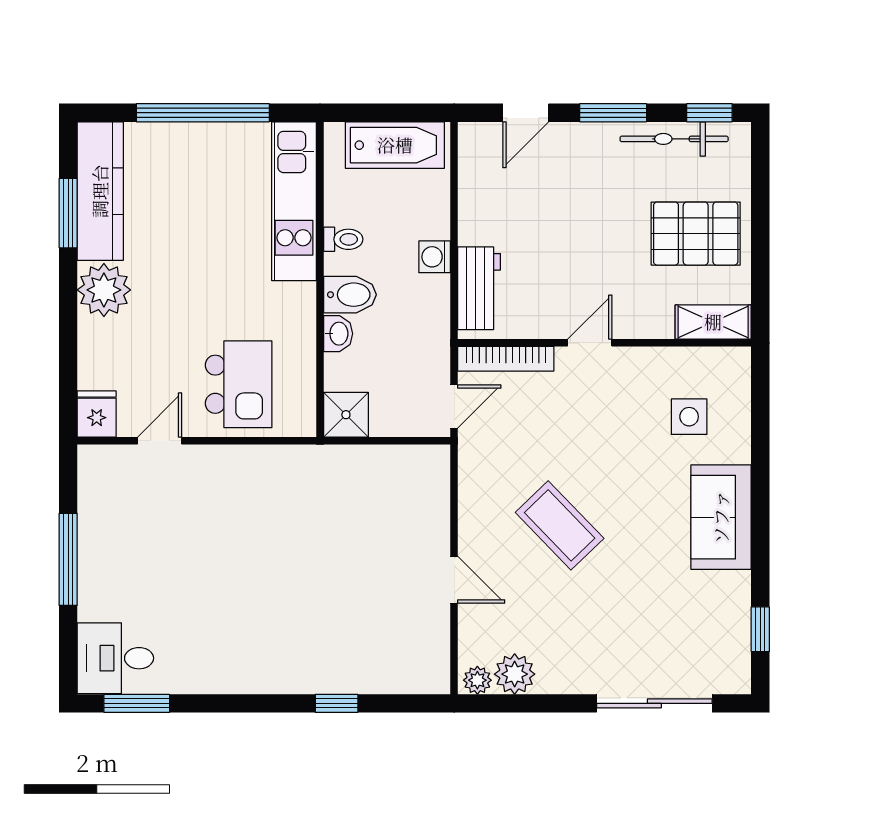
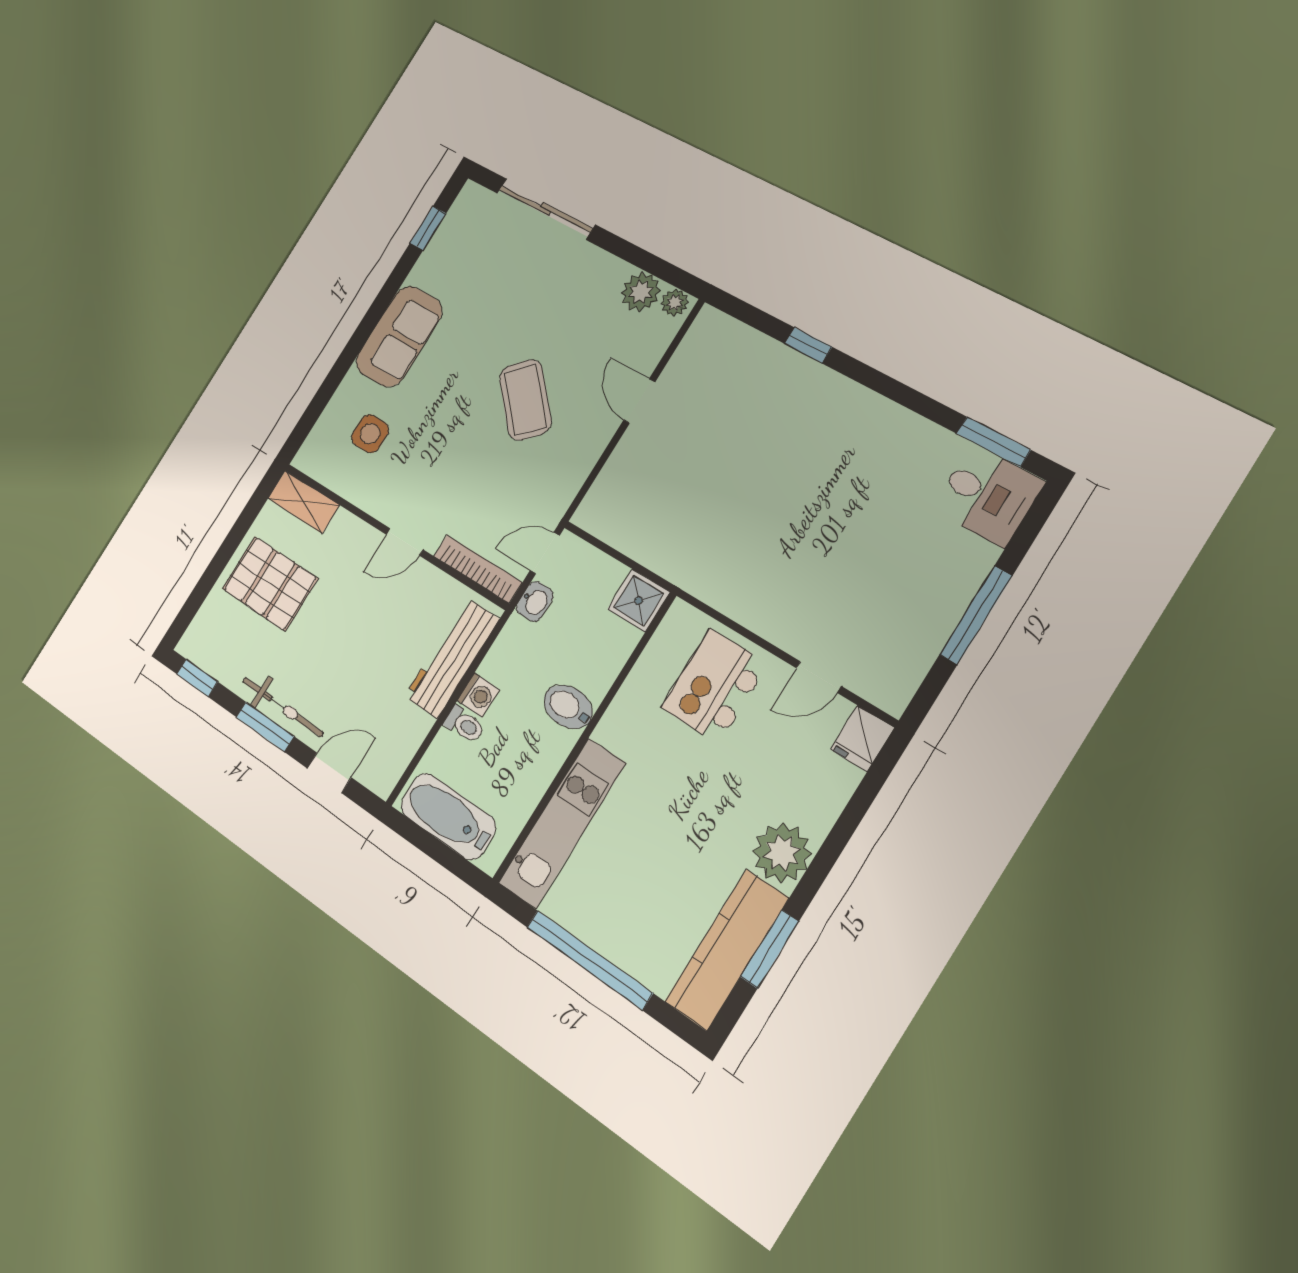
bicycle: (674, 139) -> (283, 707), moved
toilet: (343, 239) -> (464, 724), moved, turned 180
workbench: (479, 288) -> (452, 658), width x1.38
washbasin: (338, 334) -> (535, 601), moved, turned 180

